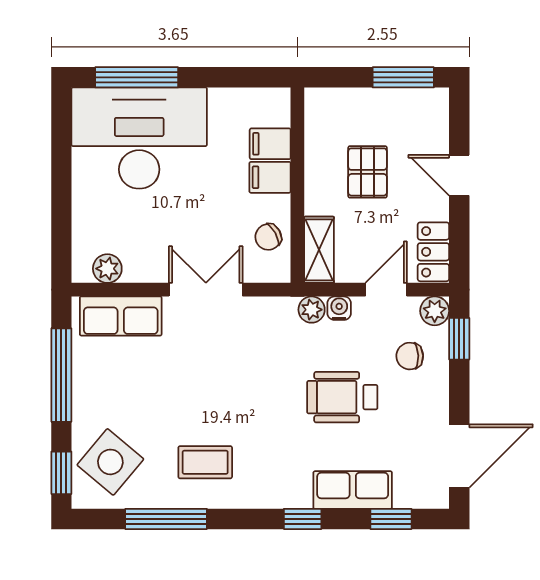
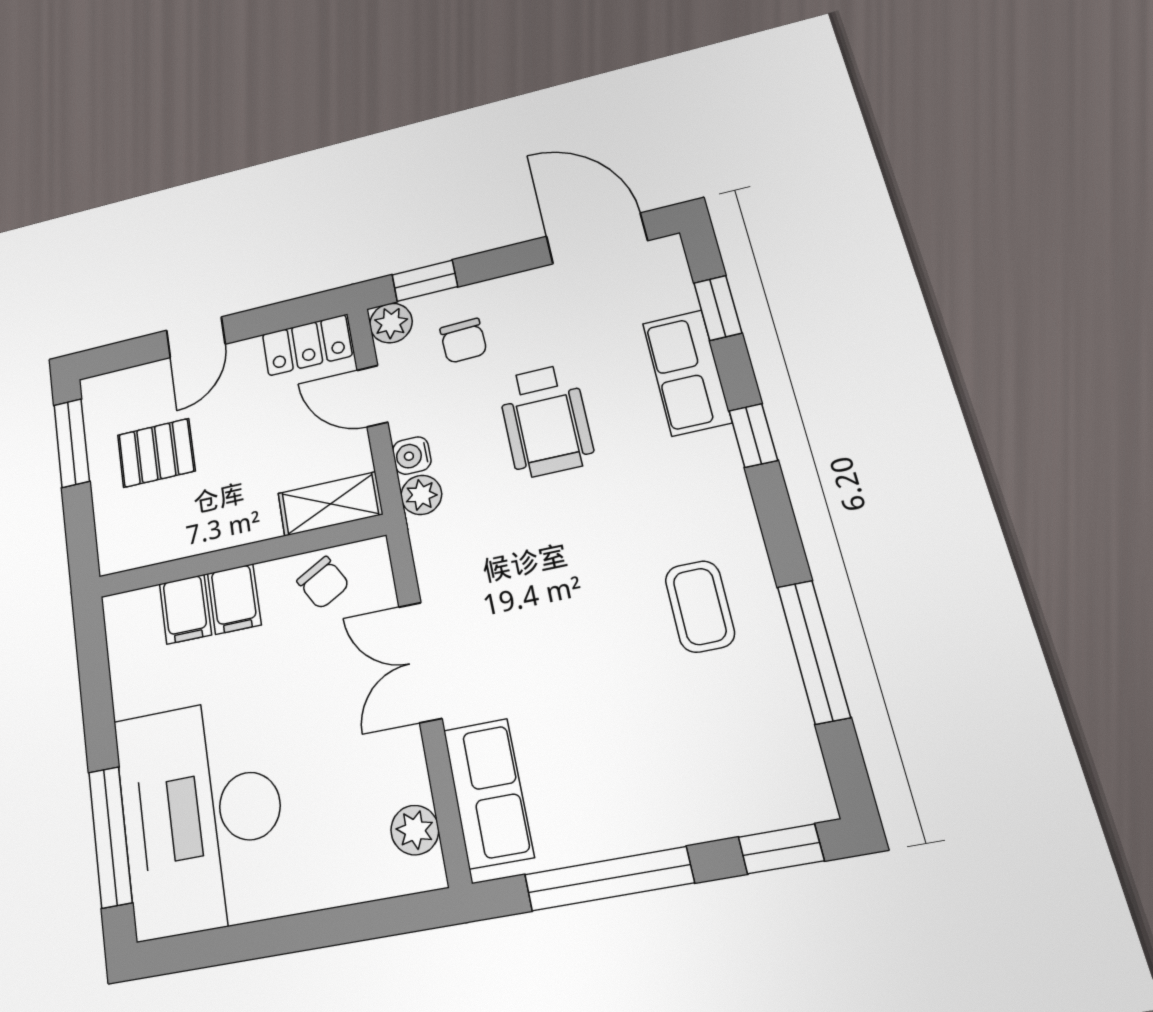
pallet: (368, 172) -> (156, 453), moved
side table: (110, 462) -> (739, 765), removed

